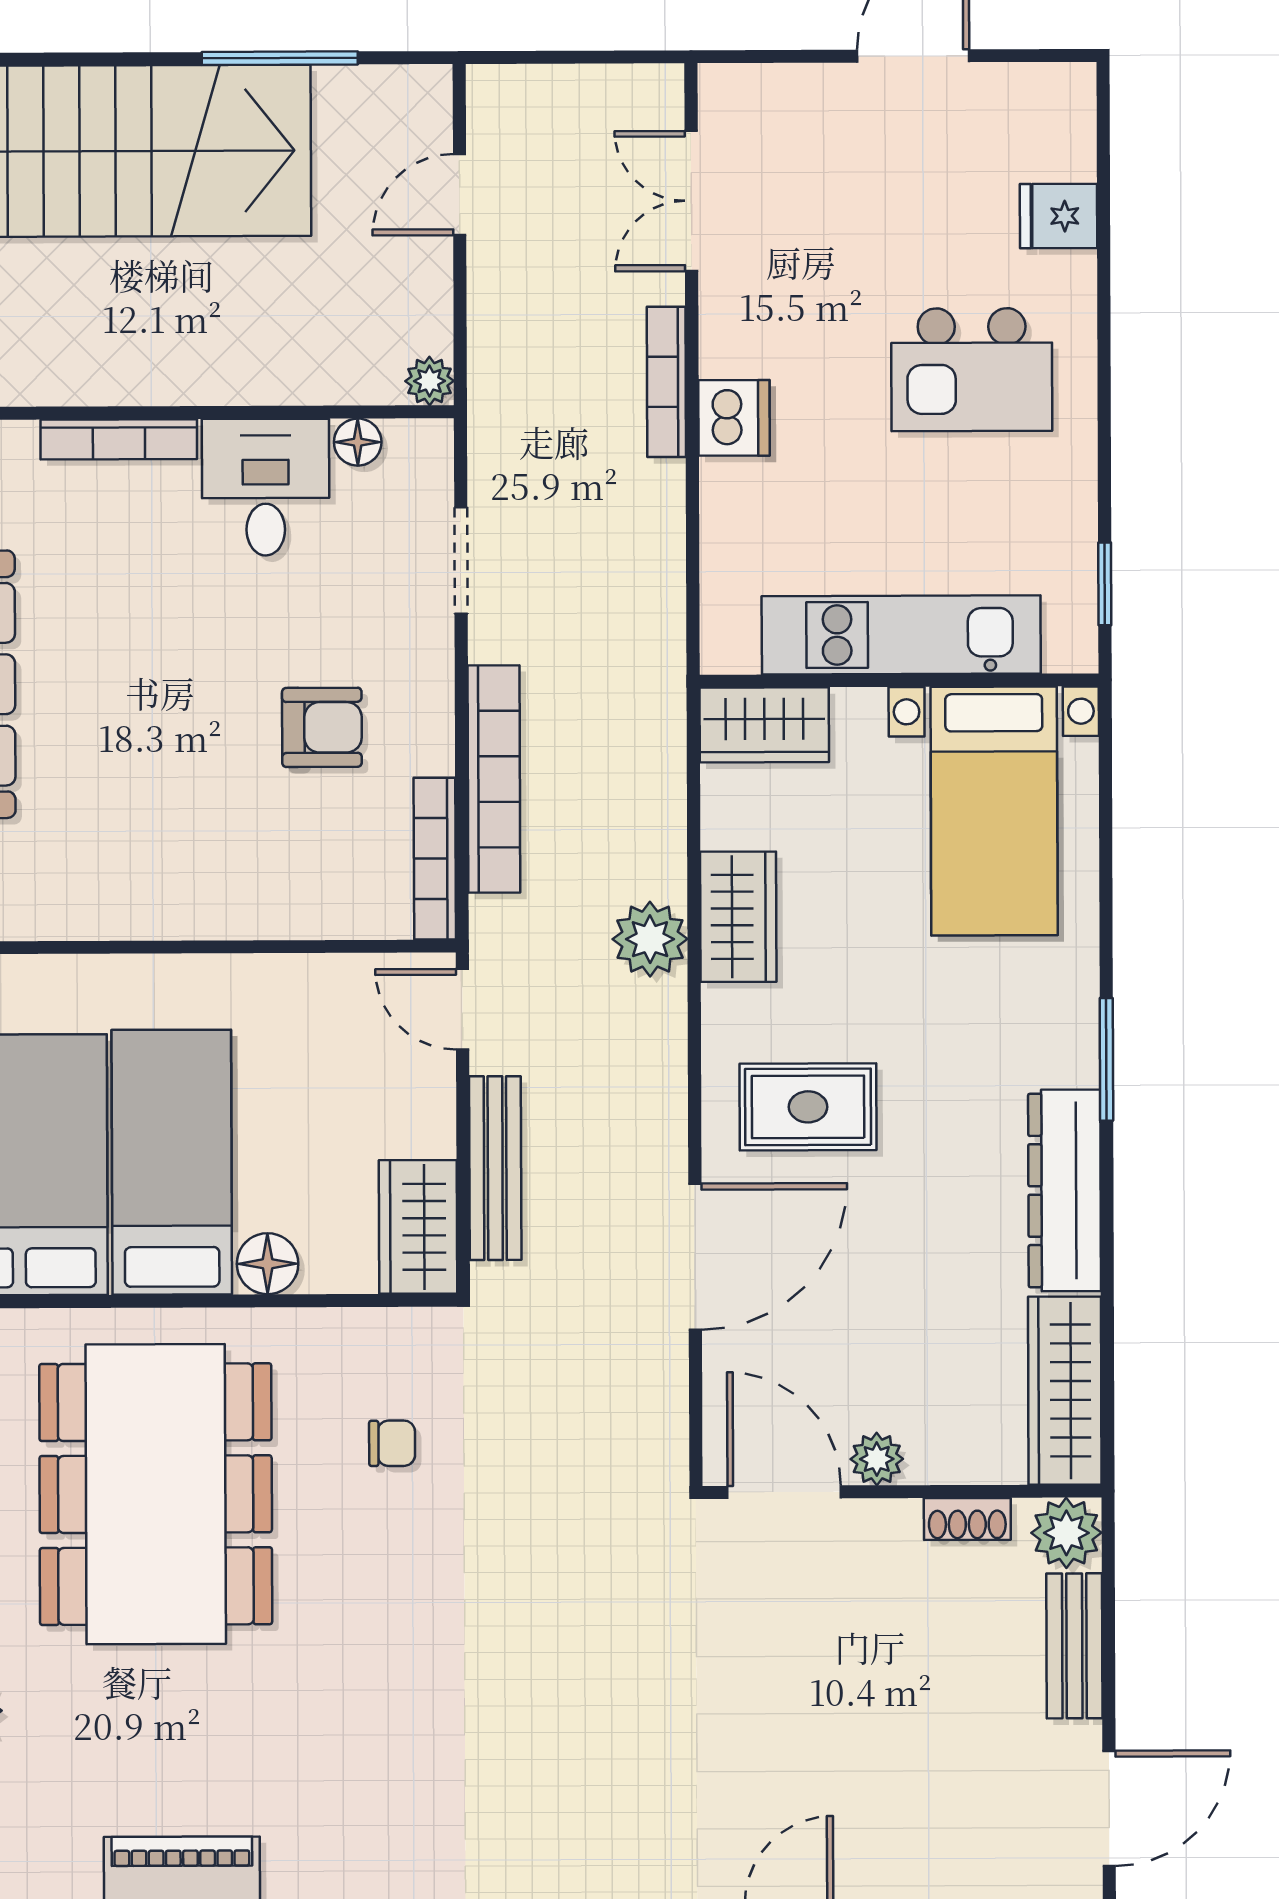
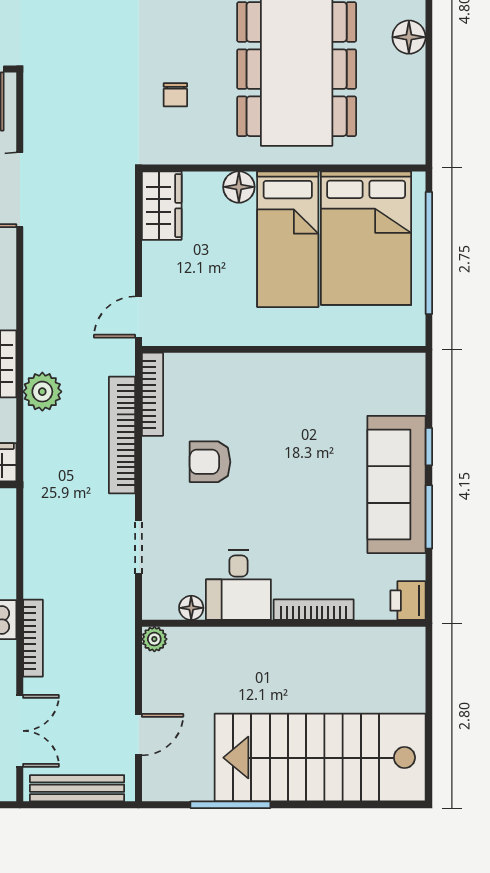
plant: (650, 939) -> (42, 392), moved
door: (462, 1009) -> (139, 317), swing flipped
bench: (495, 1168) -> (77, 788), moved, turned 90
chair: (392, 1443) -> (175, 95), turned -90

